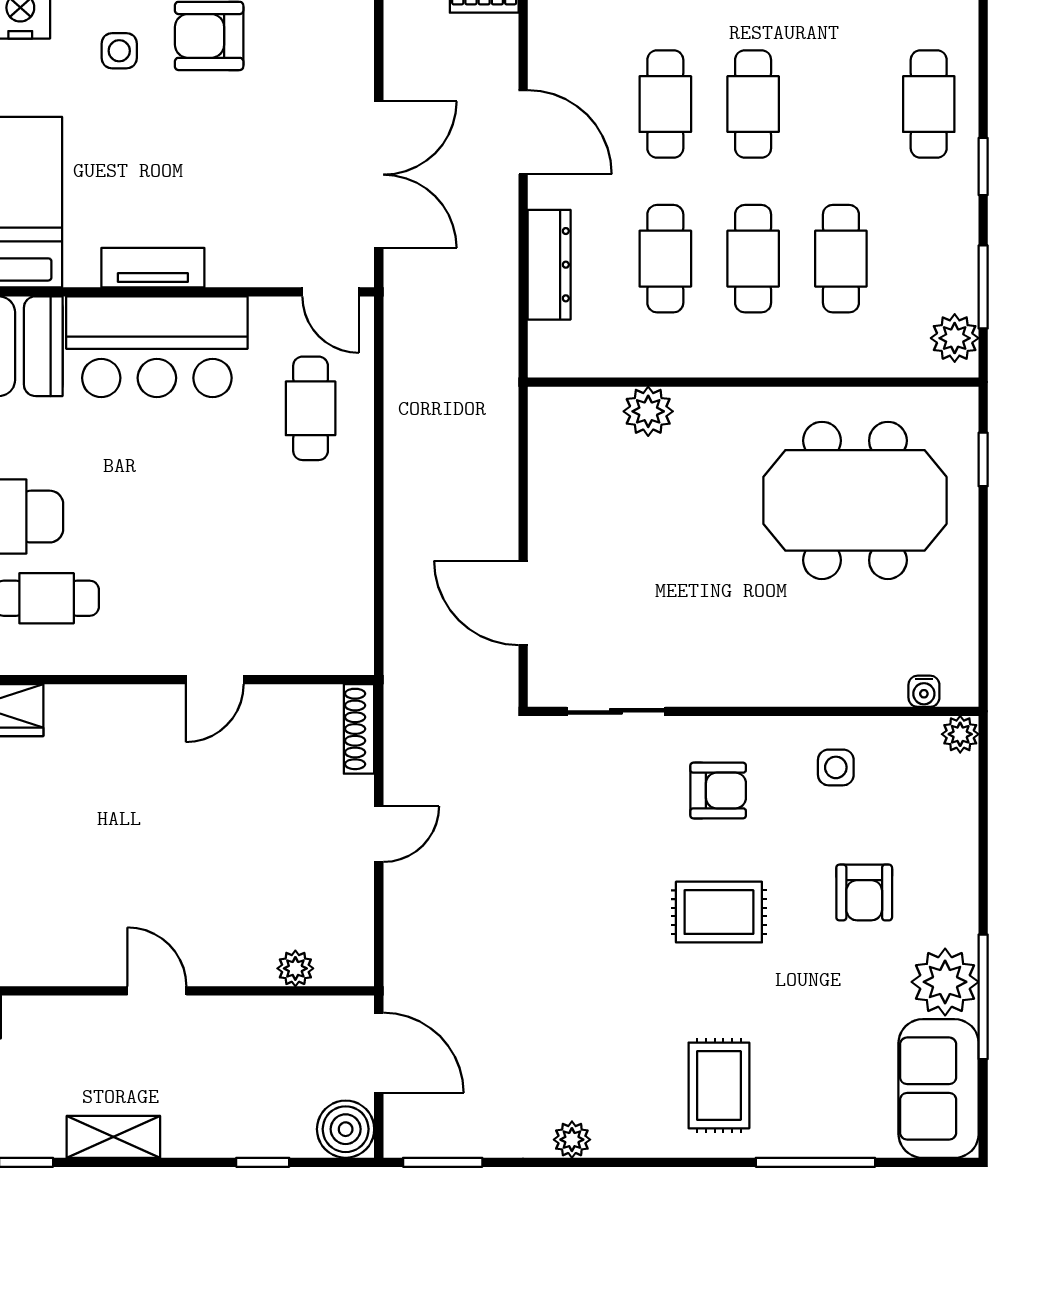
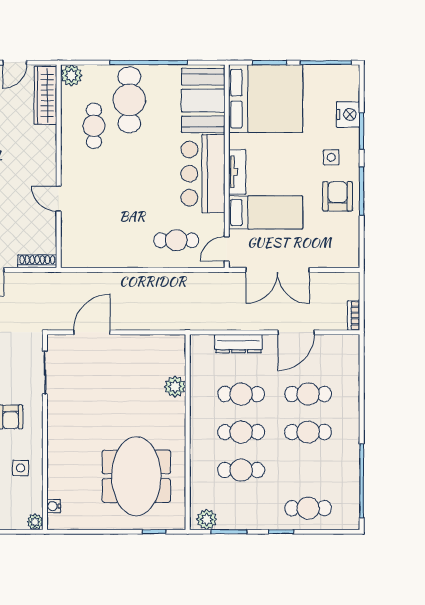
bed: (246, 202) -> (266, 212), added

